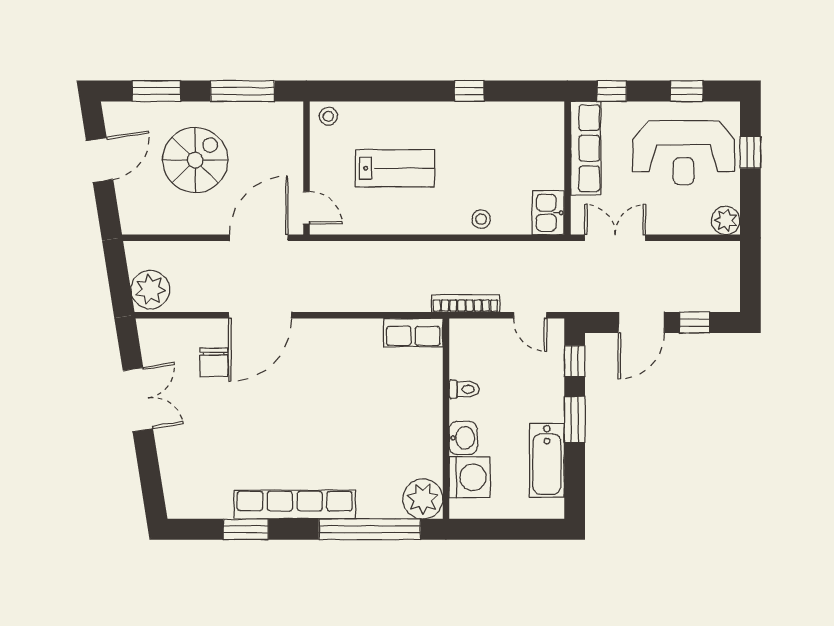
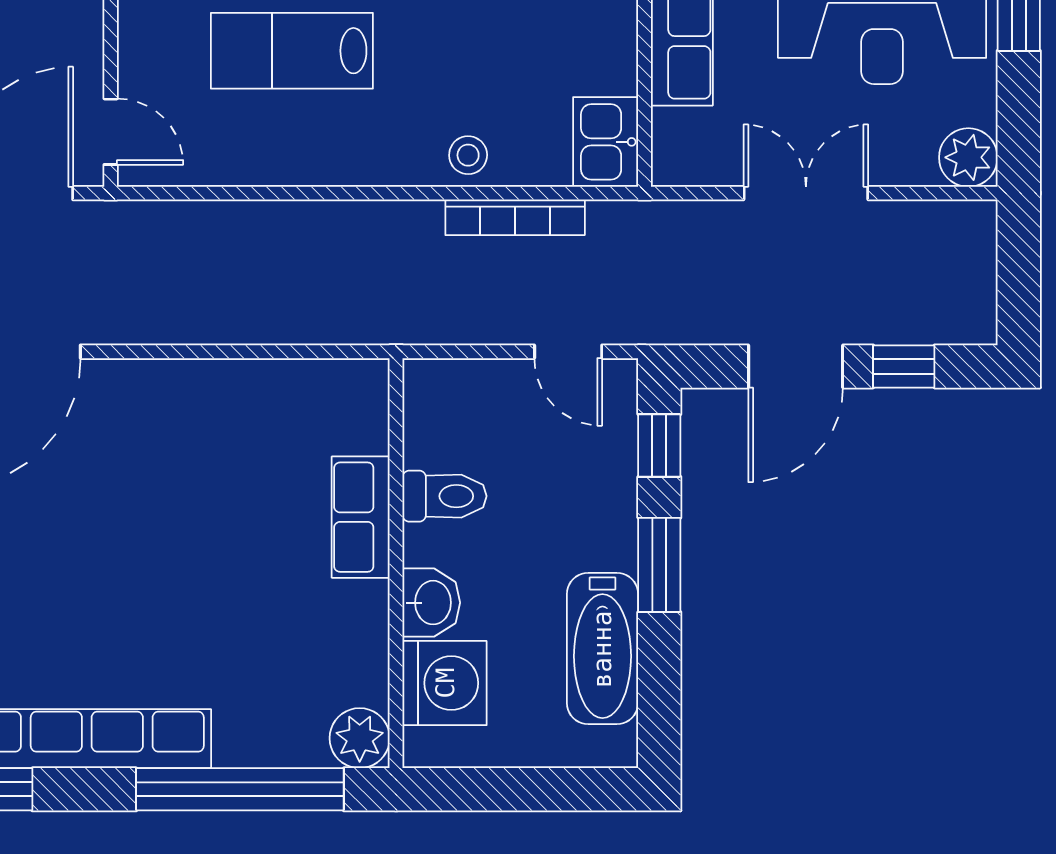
lab bench: (395, 168) -> (292, 51), turned 180
double door: (615, 238) -> (806, 193), moved
bookcase: (465, 303) -> (515, 217), moved, turned 180
row of seats: (413, 333) -> (361, 517), moved, turned 90
toilet: (464, 389) -> (444, 496), width x1.37, depth x1.39
plant: (423, 499) -> (360, 738), width x0.73, depth x0.73

